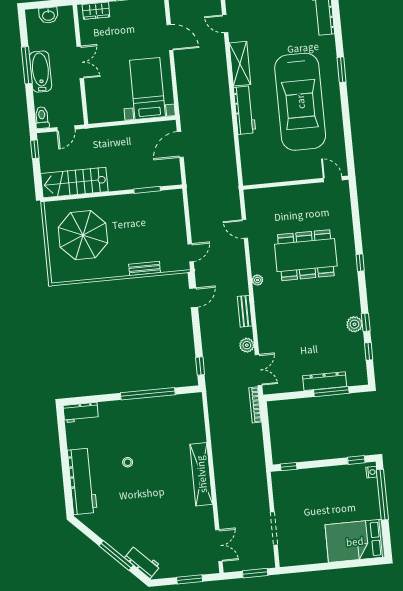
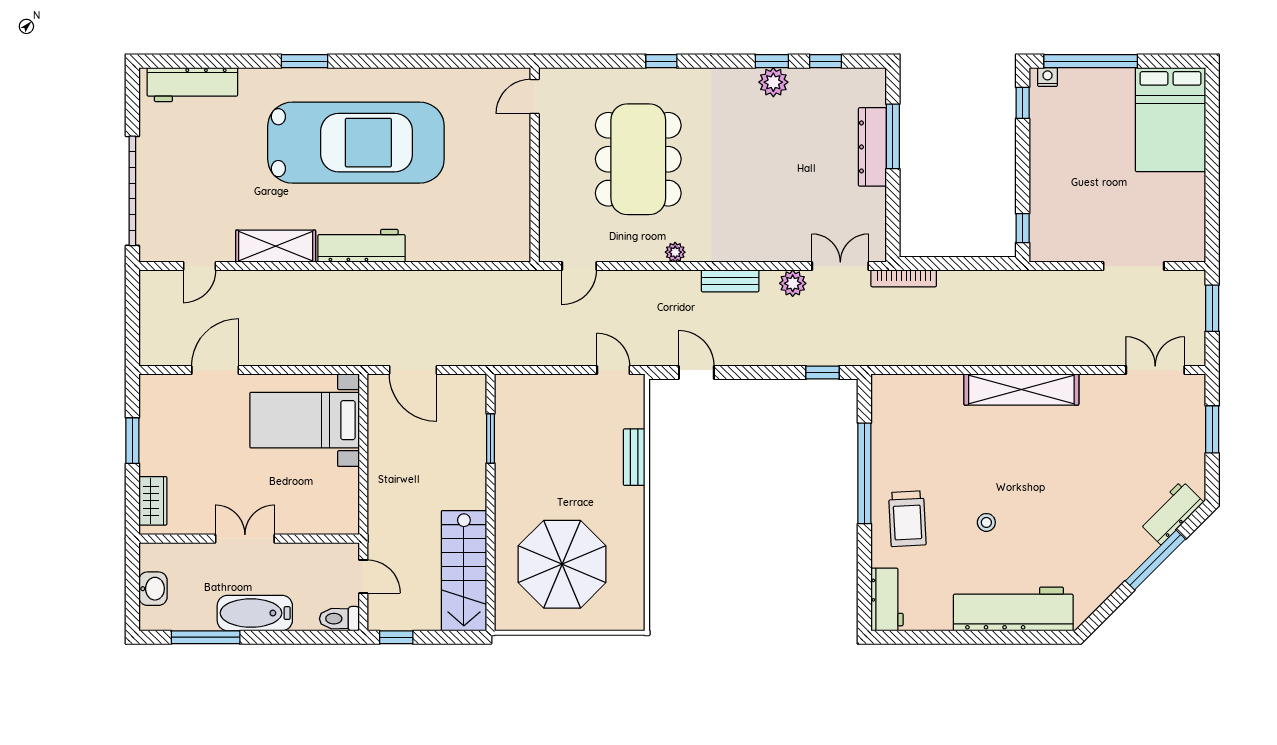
window: (27, 65) -> (206, 637), moved
door: (333, 179) -> (535, 96), moved
wall: (296, 183) -> (535, 165), moved
trolley: (126, 419) -> (907, 519), added

